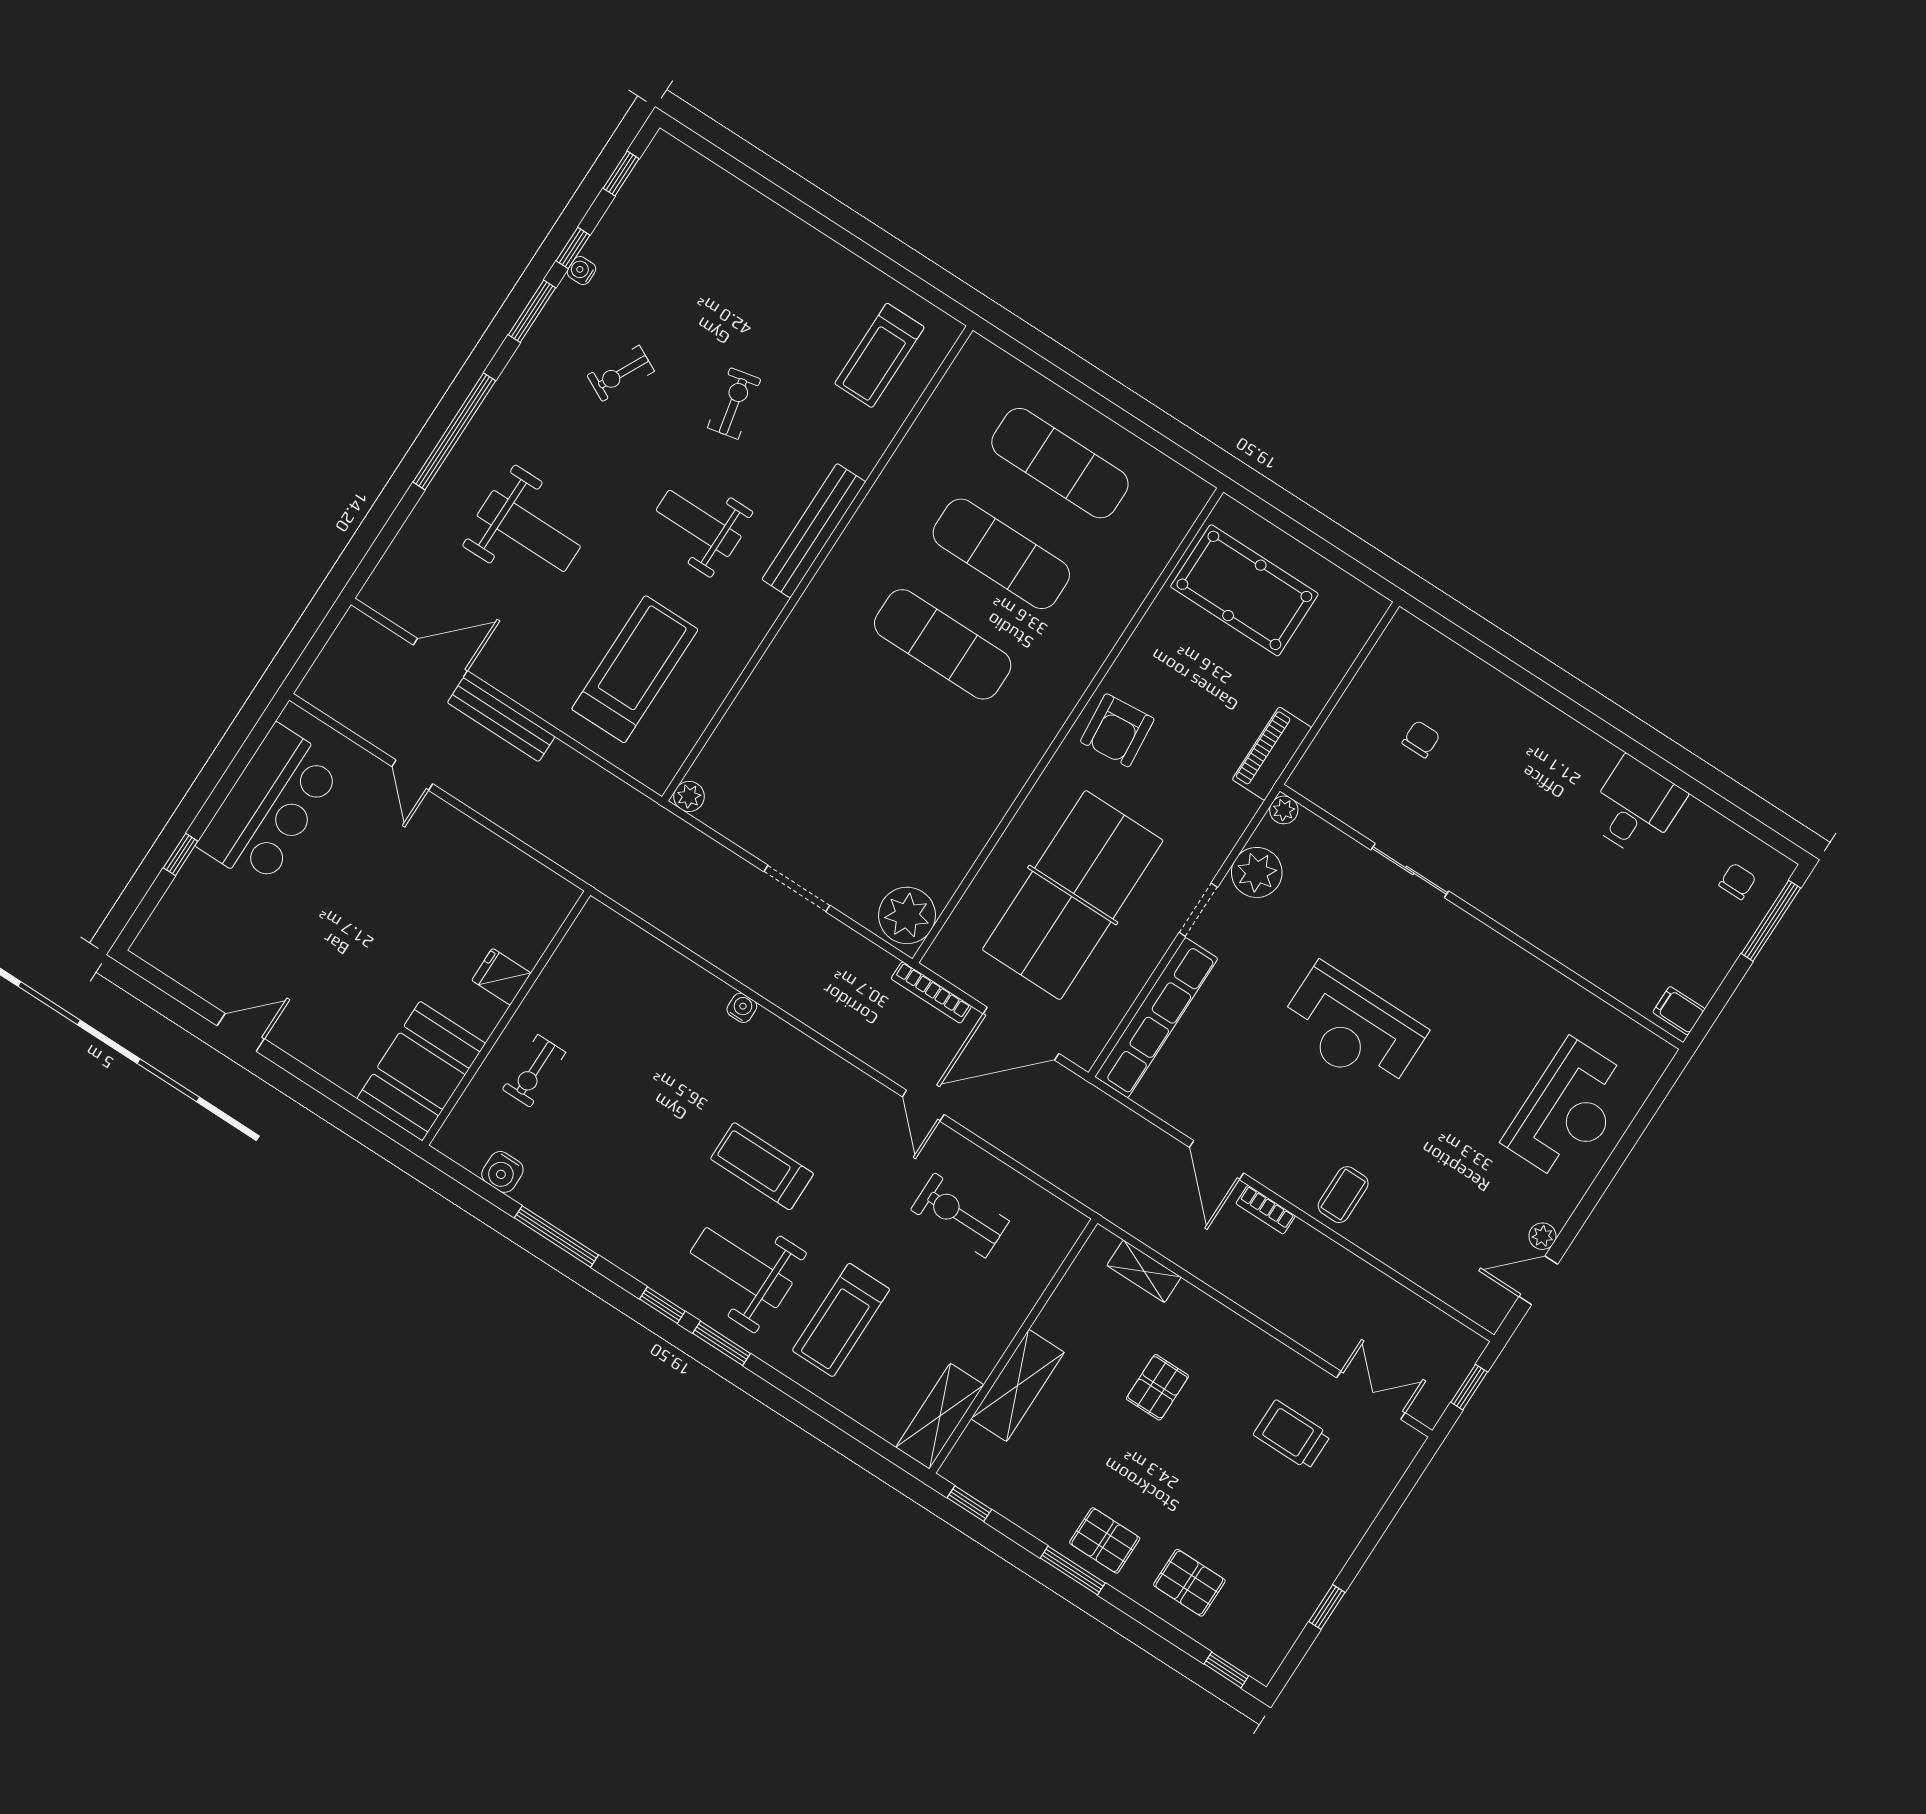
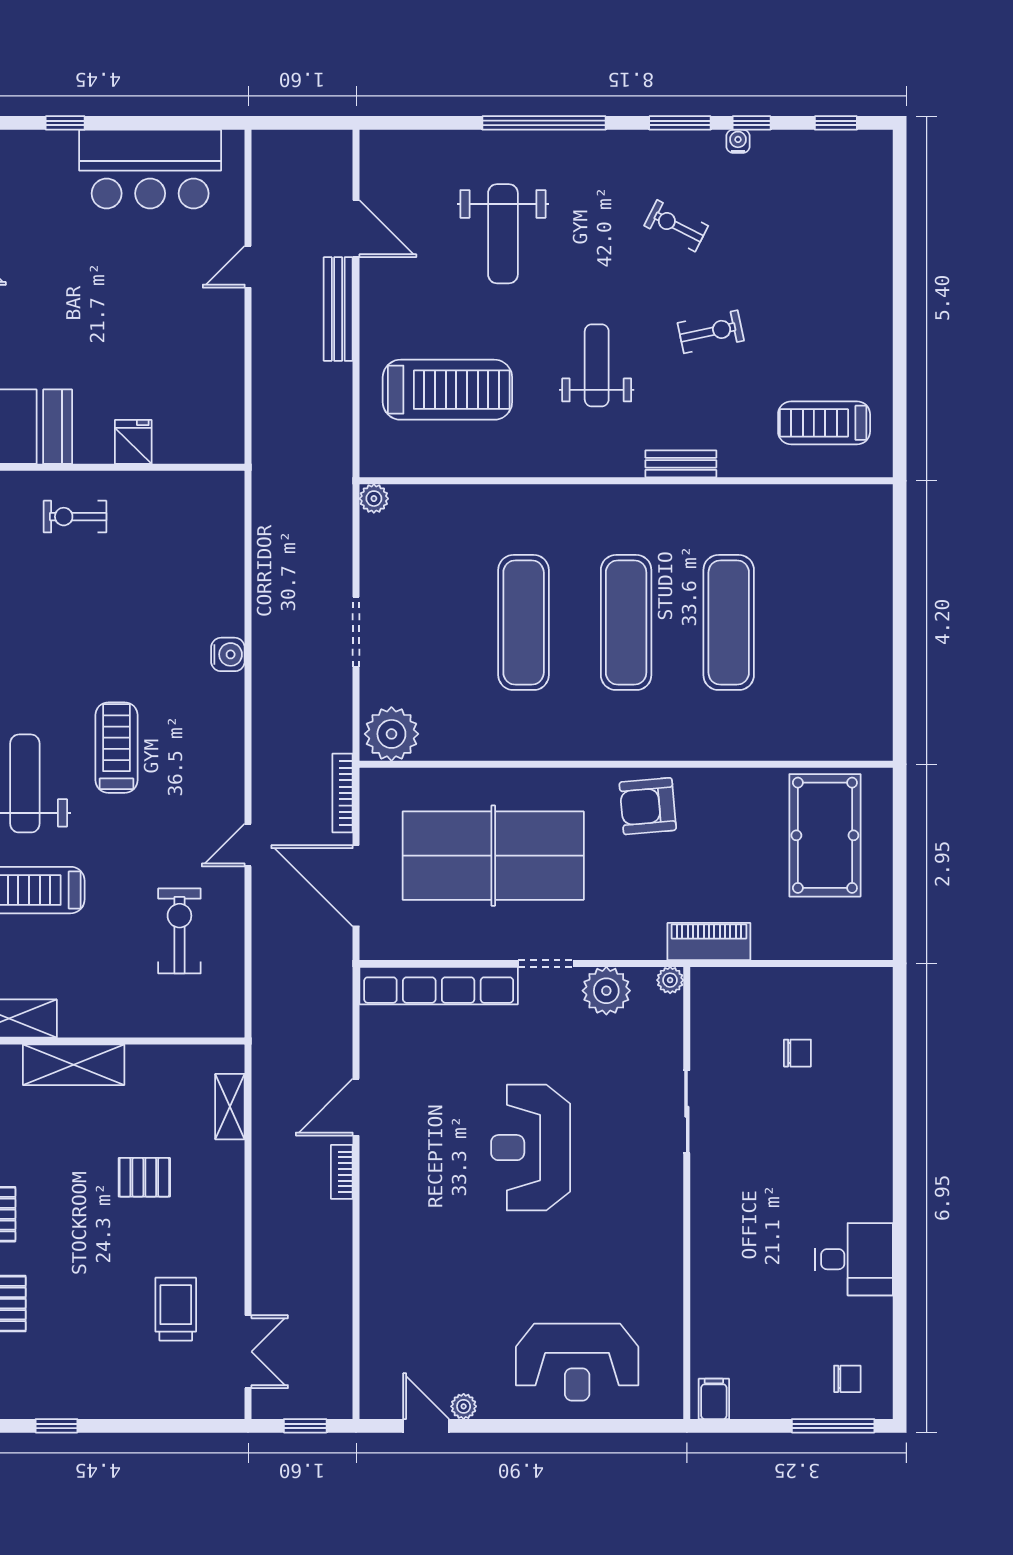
exercise mat: (1060, 463) -> (524, 622), moved
bench: (814, 531) -> (681, 464), width x0.54, depth x0.82
water cooler: (742, 1008) -> (228, 654), width x1.38, depth x1.38
coffee table: (1343, 1195) -> (394, 1226), removed

